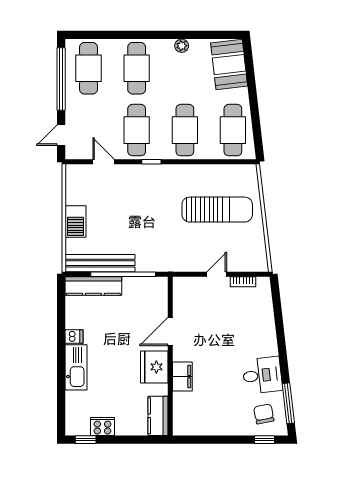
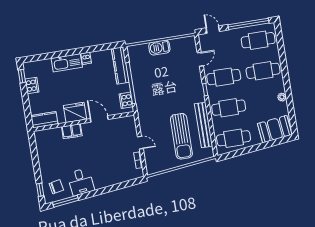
bench: (100, 263) -> (204, 125), moved
cooker: (148, 286) -> (126, 100), added

